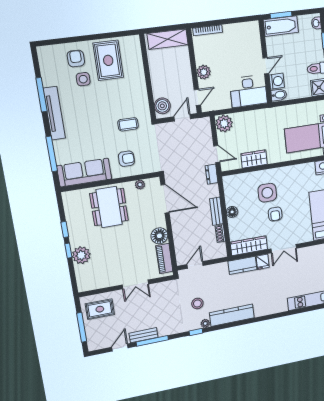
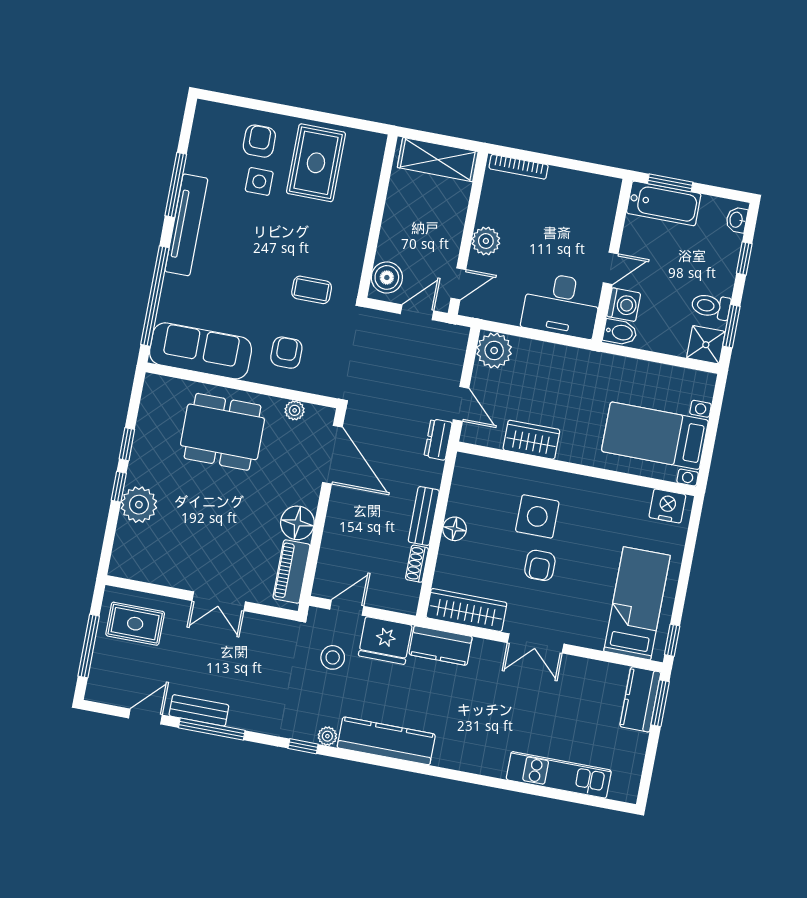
window: (52, 154) -> (155, 296), width x1.46
armchair: (126, 159) -> (286, 353), turned -90
dining table: (109, 207) -> (222, 432), turned 90
fridge: (263, 262) -> (385, 640), moved, width x1.88, depth x1.34
stool: (197, 303) -> (333, 657), moved

